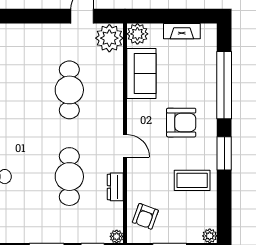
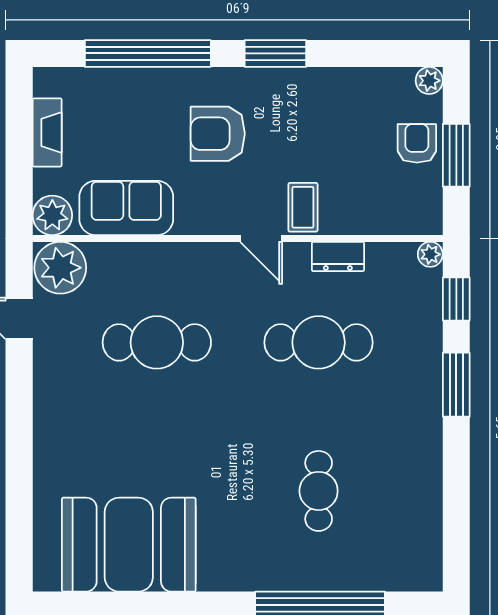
armchair: (181, 123) -> (218, 134), turned -90
door: (125, 146) -> (261, 238), swing flipped
coffee table: (192, 180) -> (303, 207), moved, width x0.73, depth x0.77
armchair: (145, 216) -> (417, 143), moved, turned -110

